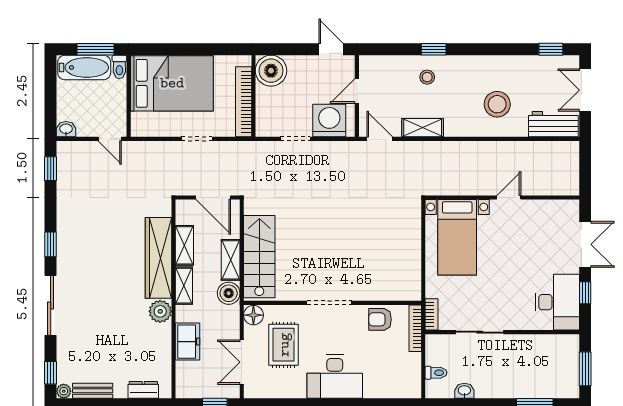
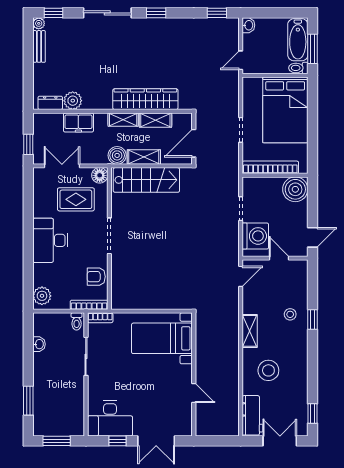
shelving: (423, 128) -> (250, 331), moved
door: (509, 197) -> (194, 393), moved
plant: (160, 311) -> (73, 101), moved
armchair: (380, 319) -> (96, 277), turned -90
toilet: (436, 373) -> (77, 321), moved
plant: (404, 387) -> (42, 296), added
dresser: (143, 390) -> (50, 103), moved, turned -90

